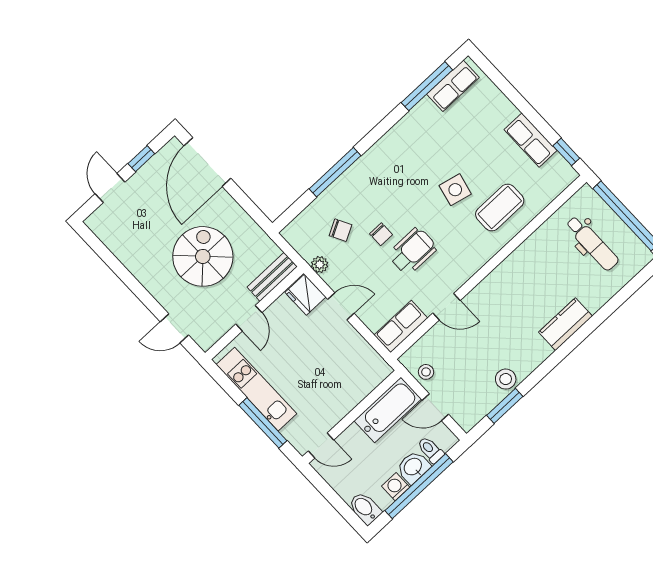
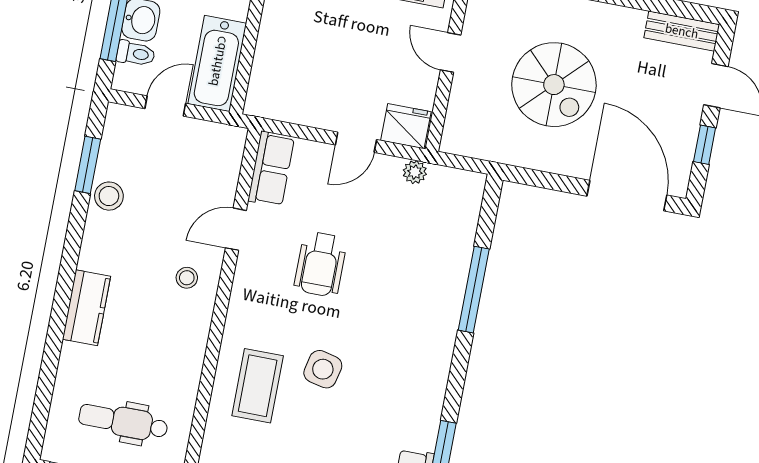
chair: (340, 230) -> (419, 228), removed
chair: (381, 234) -> (370, 257), removed
bench: (272, 277) -> (682, 31), moved, turned 90
stool: (426, 372) -> (187, 278), moved

